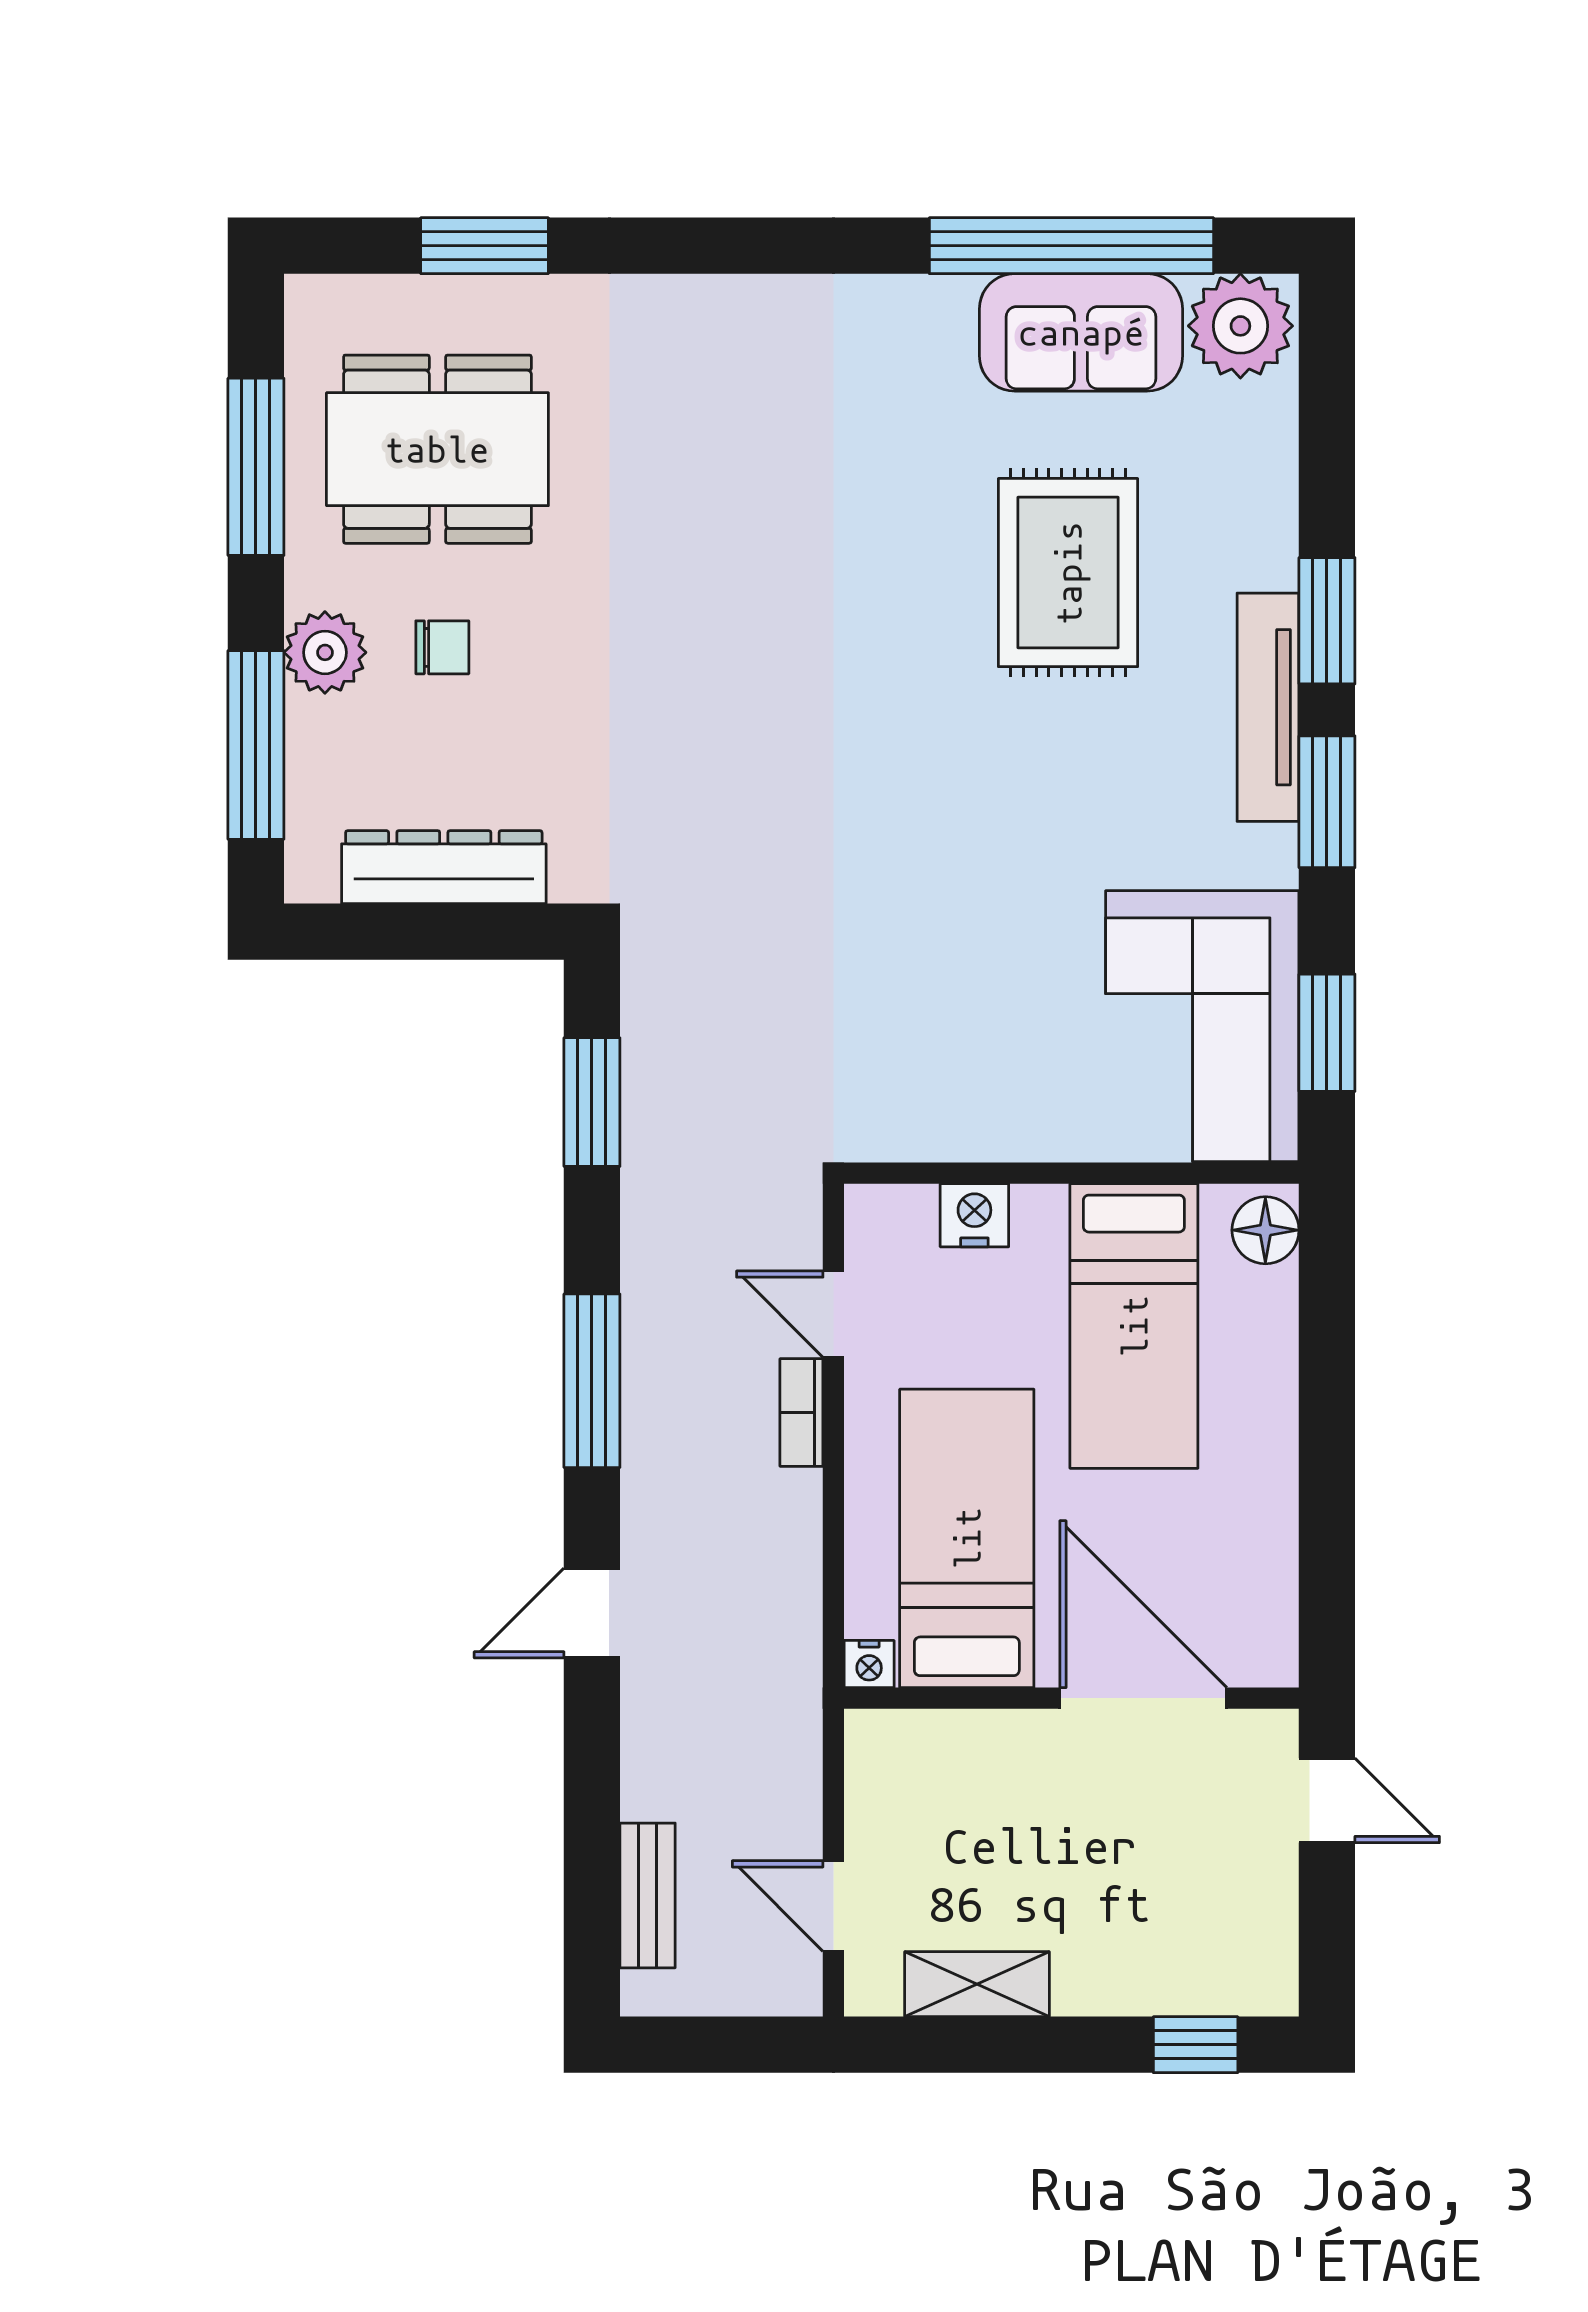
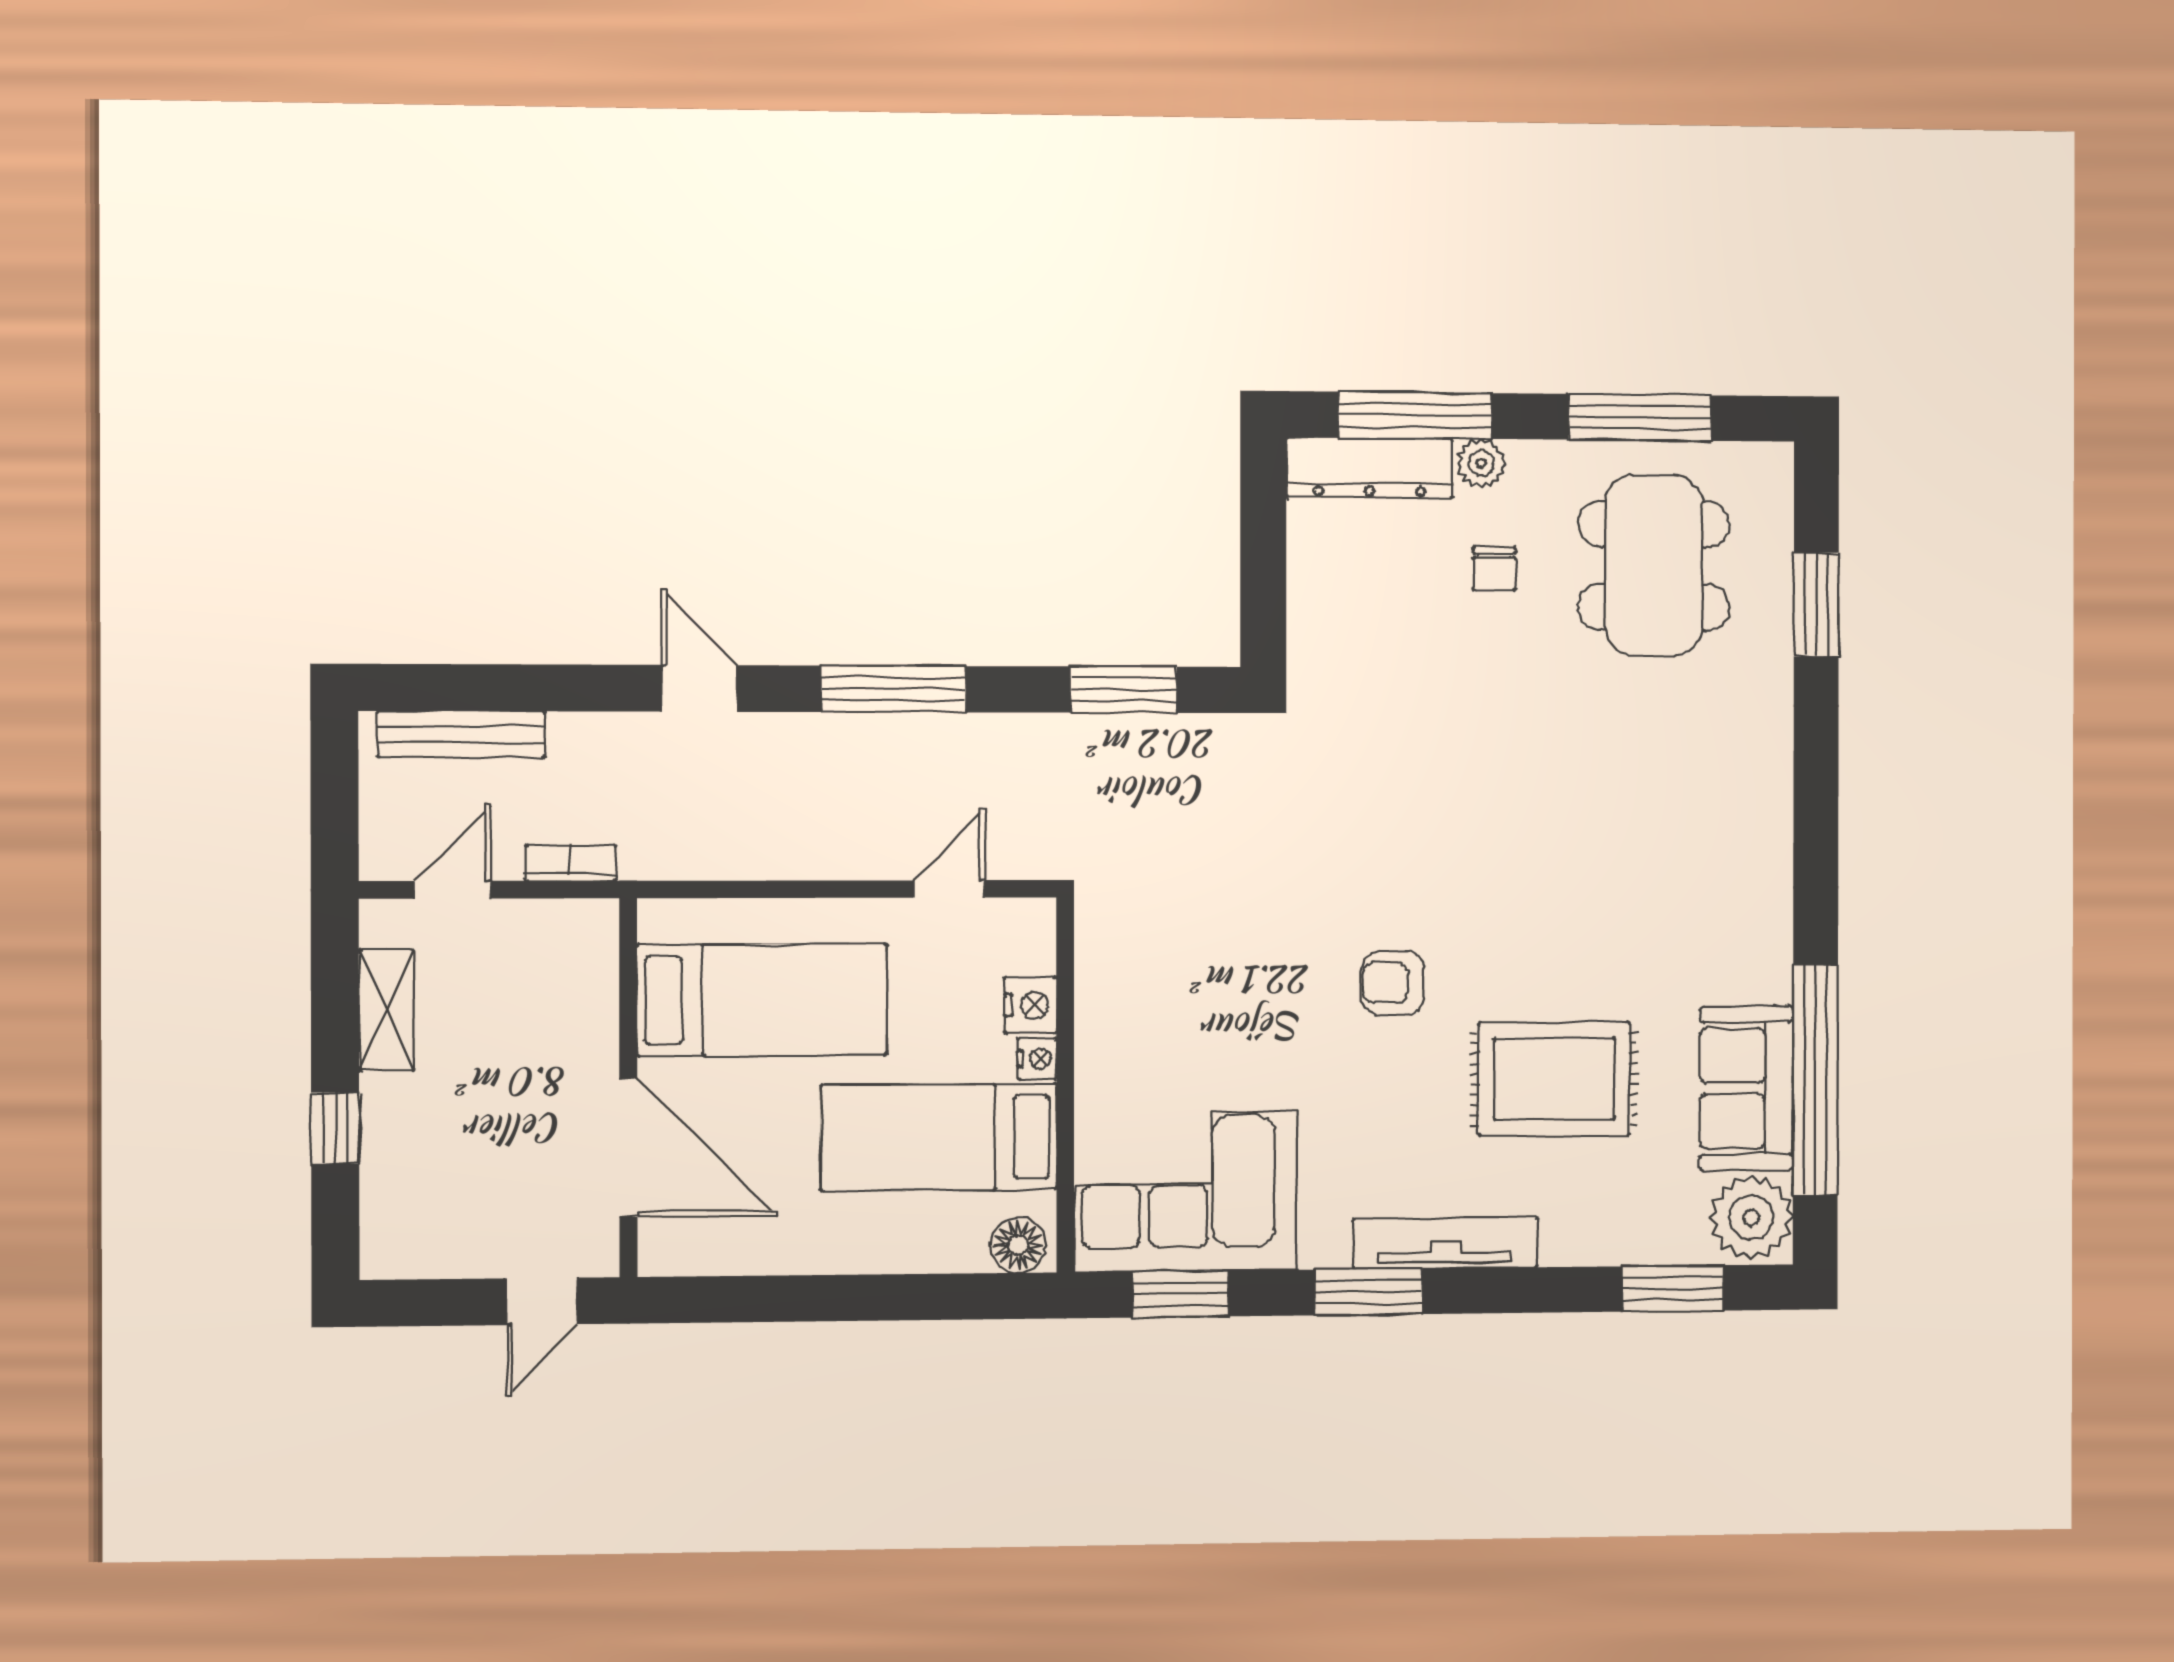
window: (1327, 621) -> (1673, 1288), moved
plant: (325, 652) -> (1481, 463), width x0.73, depth x0.73
armchair: (949, 772) -> (1393, 983), added
dresser: (444, 867) -> (1369, 468), moved, turned 90
bookcase: (801, 1412) -> (571, 863), moved
nightstand: (869, 1664) -> (1037, 1059), moved, turned 180
door: (1143, 1698) -> (628, 1148), hinge flipped
bench: (648, 1895) -> (461, 734), width x1.36
window: (1196, 2045) -> (335, 1128), moved

